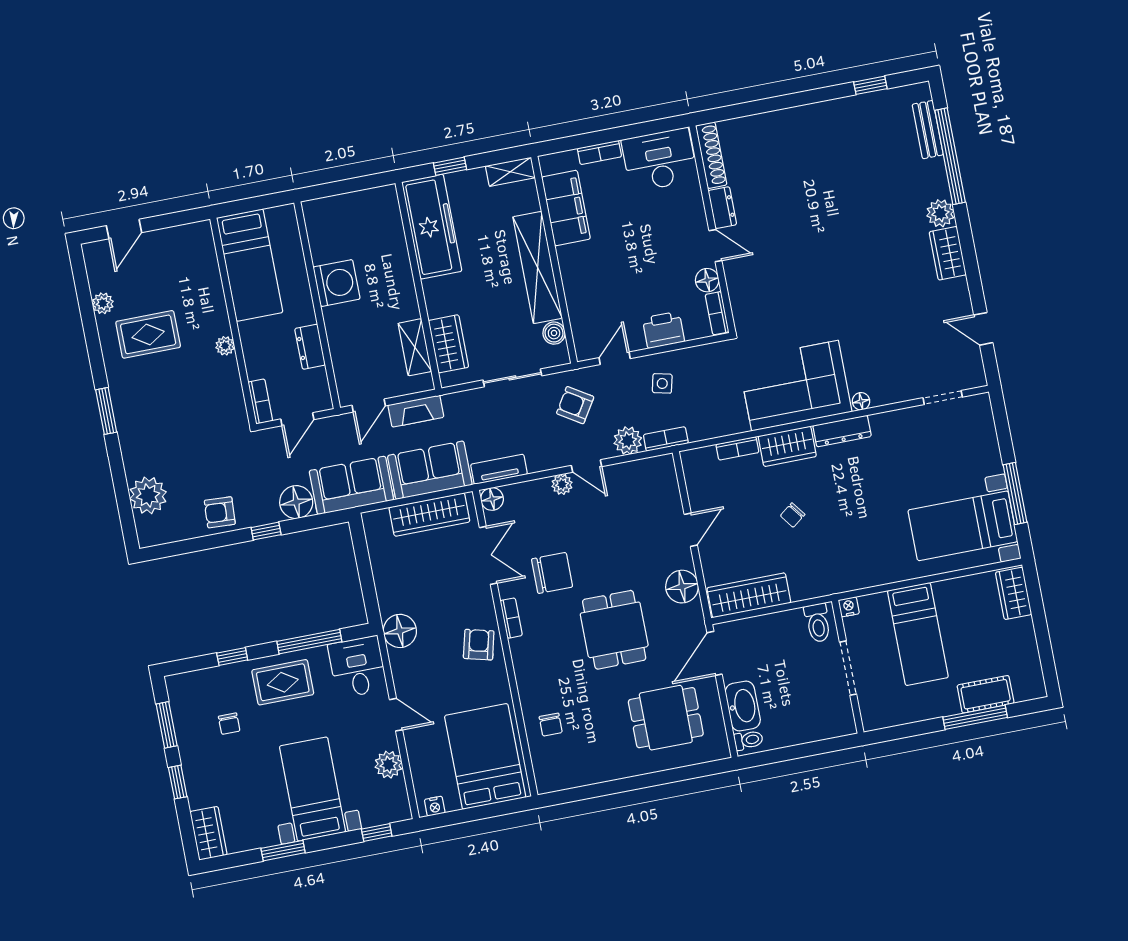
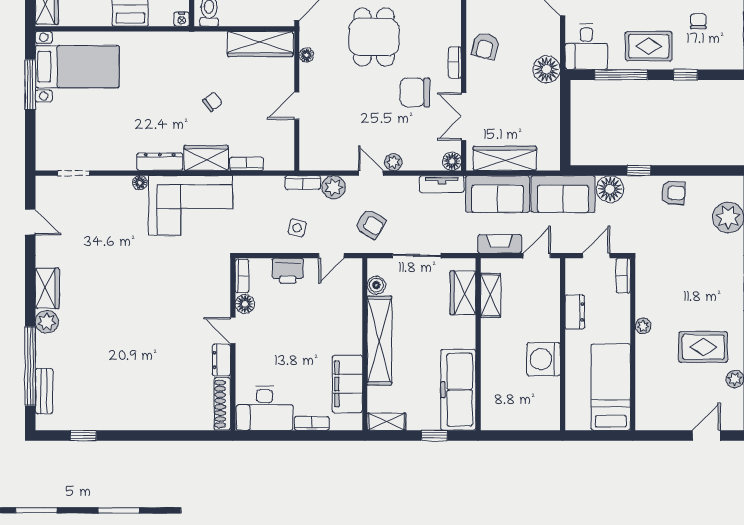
floor lamp: (682, 587) -> (306, 55), width x0.53, depth x0.53

